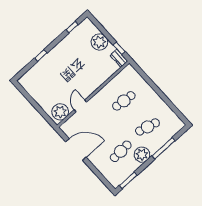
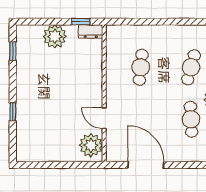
door: (76, 149) -> (146, 165), hinge flipped

